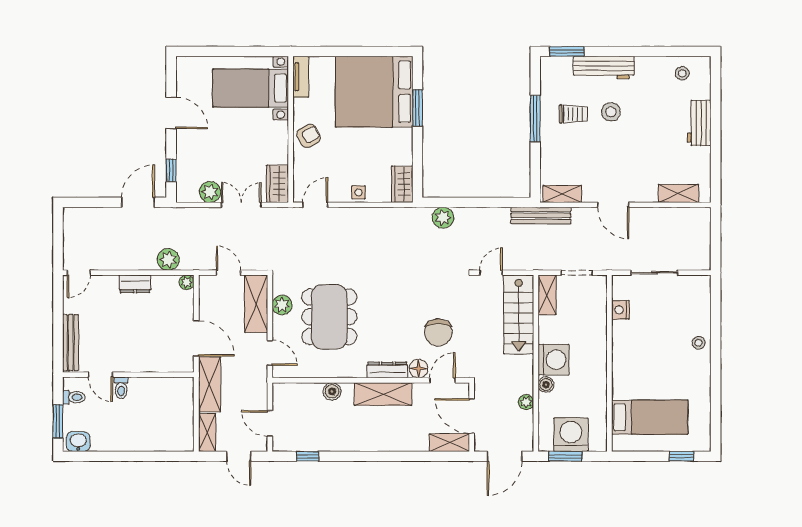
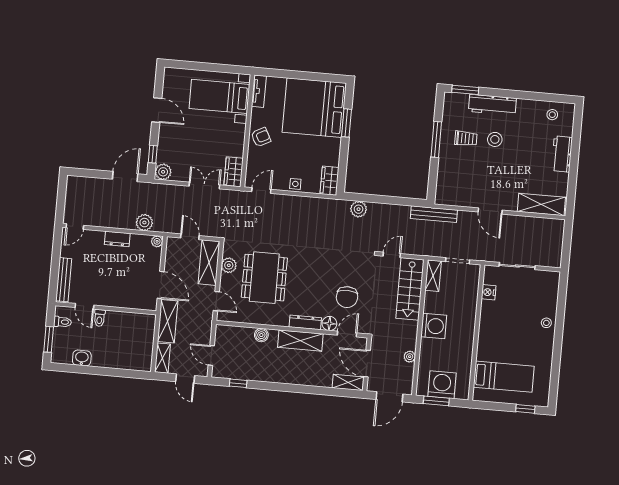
plant: (210, 192) -> (163, 172), moved
shelving: (678, 193) -> (541, 204), width x1.50, depth x1.33
shelving: (562, 194) -> (452, 199), removed
boiler: (546, 385) -> (426, 345), removed
washbasin: (78, 442) -> (82, 358), moved

